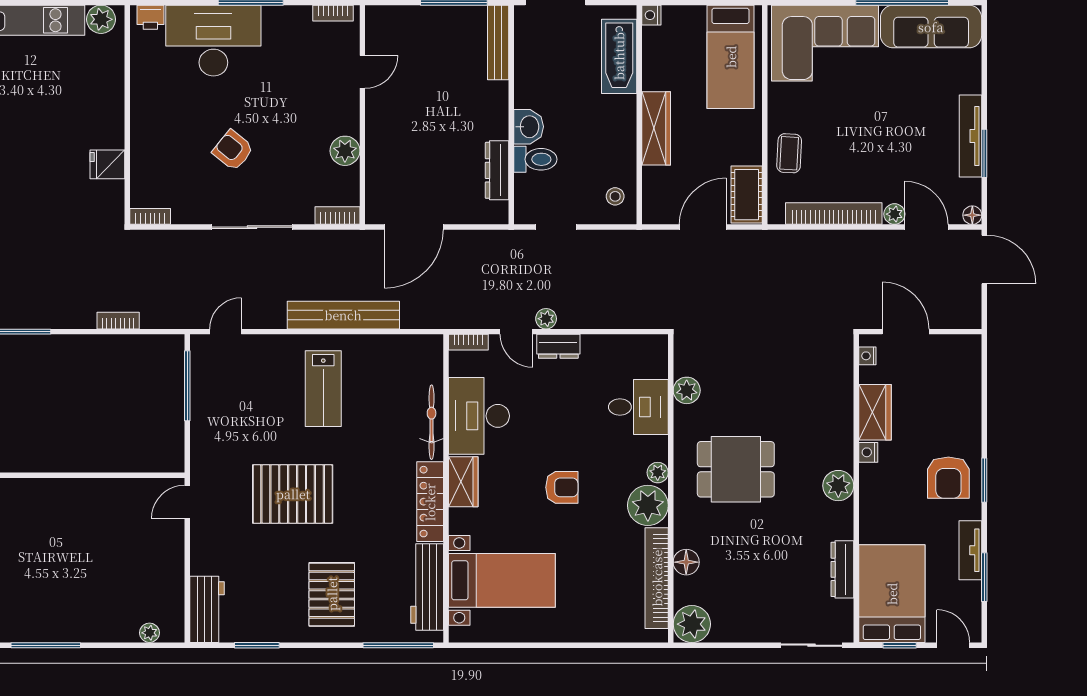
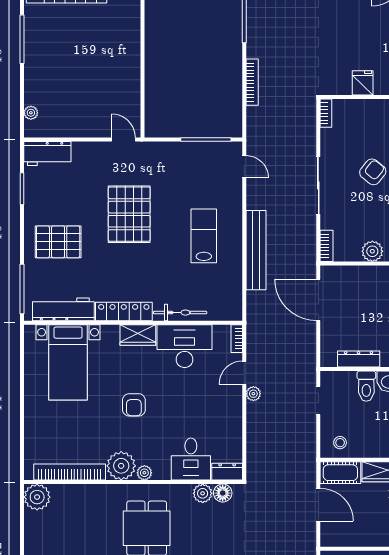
cot: (747, 195) -> (340, 473), moved
bookcase: (118, 321) -> (252, 82), width x1.56
dresser: (558, 346) -> (227, 472), moved, turned 90
lab bench: (323, 389) -> (204, 236), turned 90
floor lamp: (686, 562) -> (223, 493), moved

